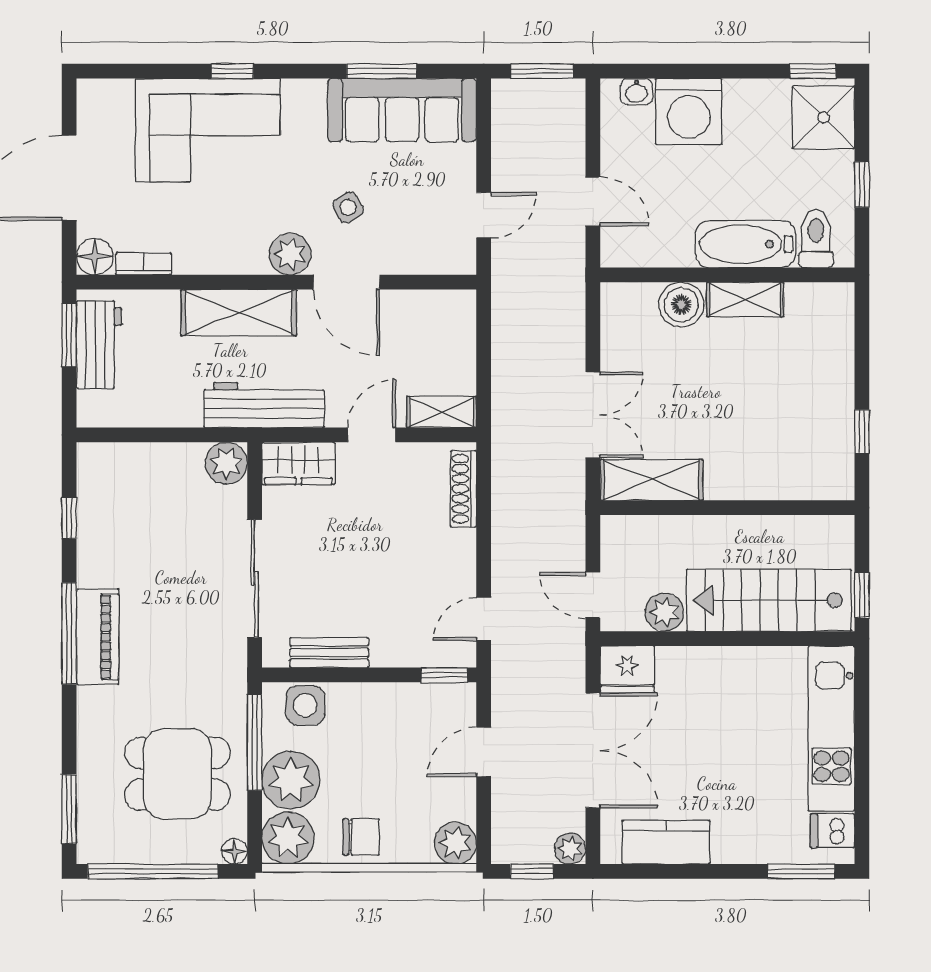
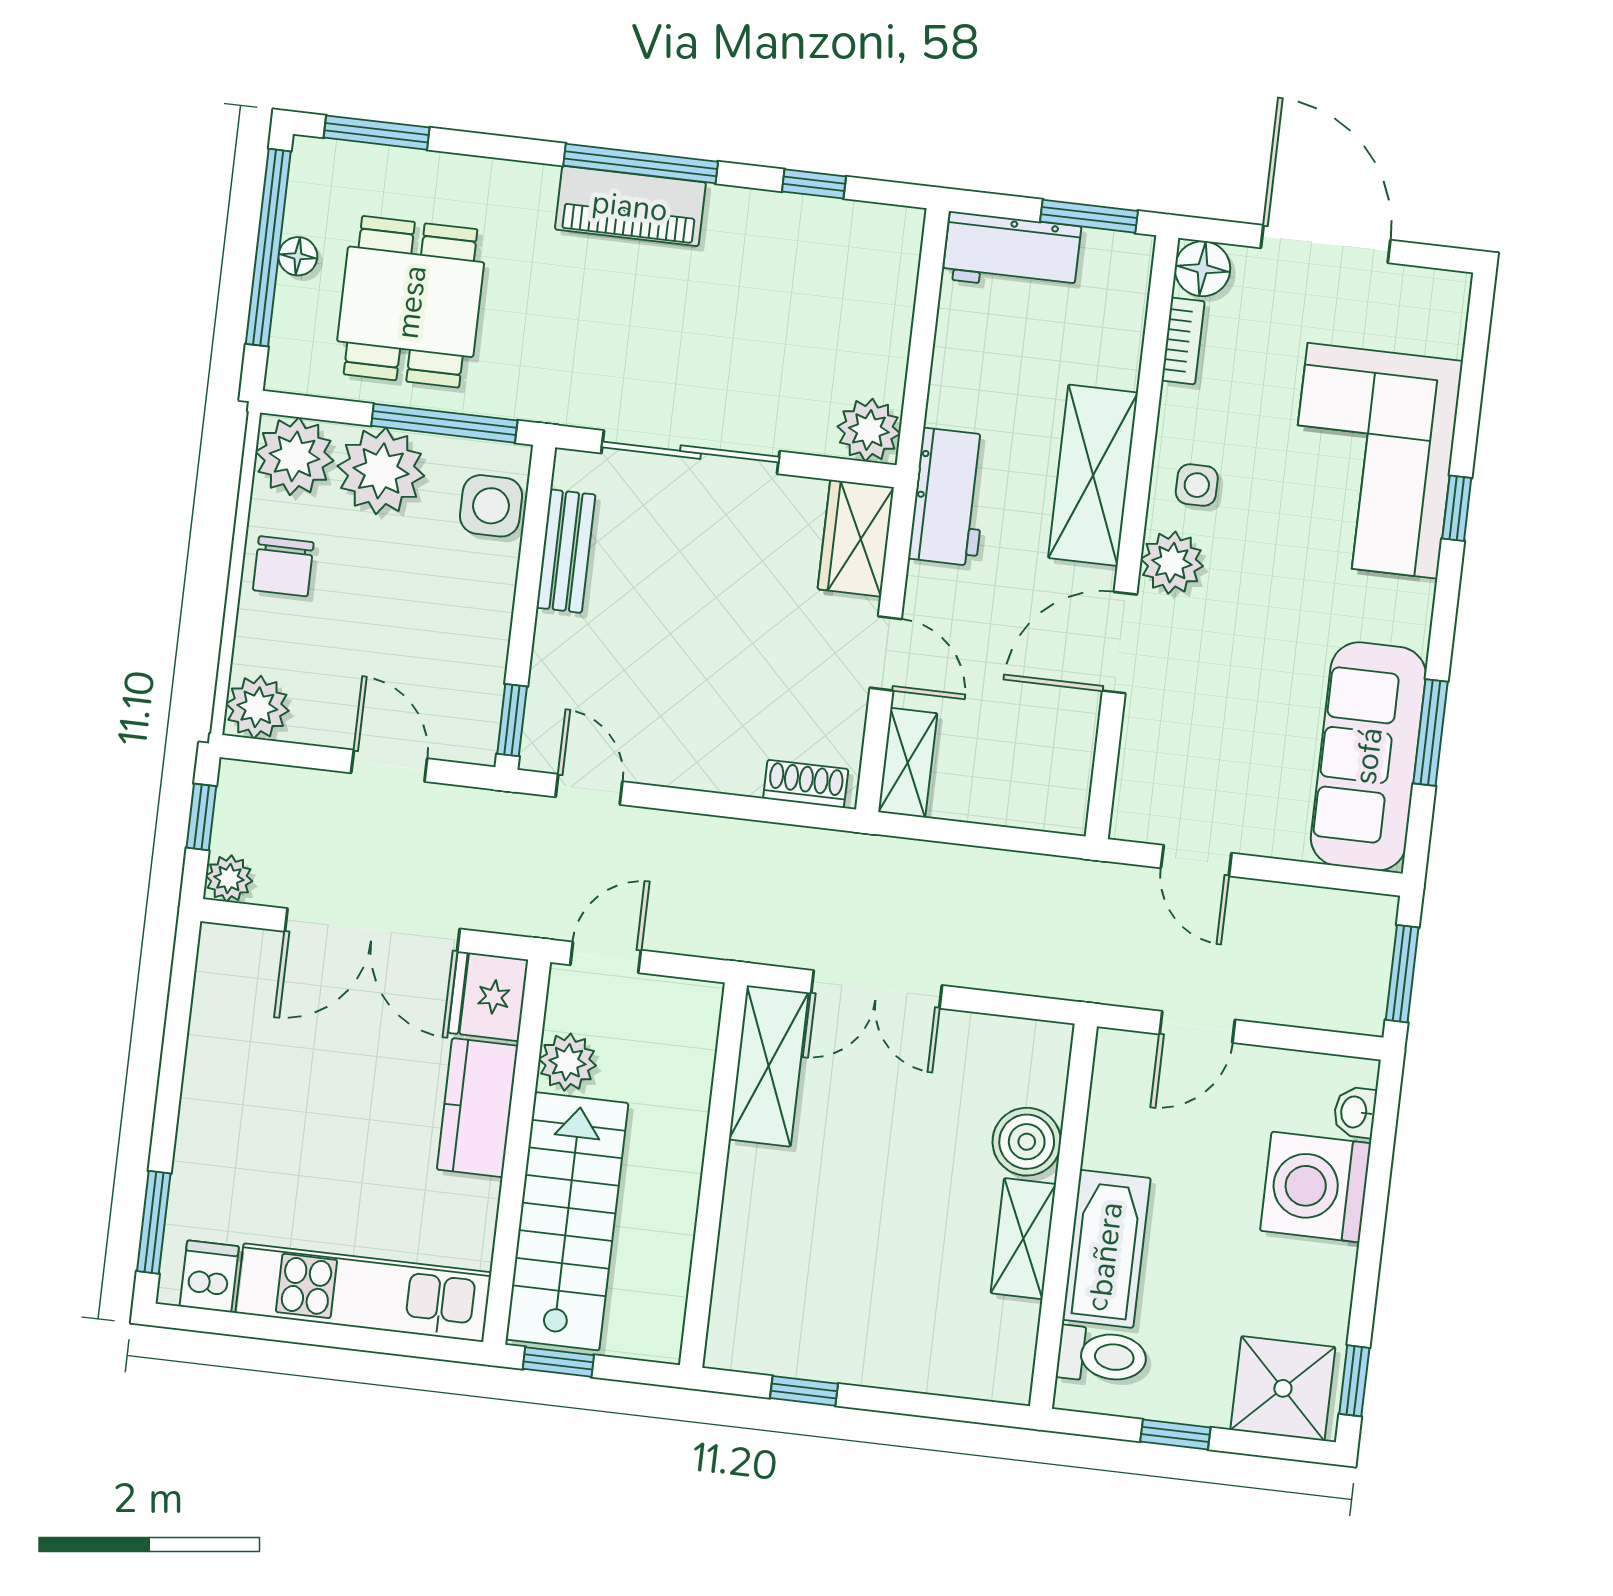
side table: (348, 207) -> (1197, 485), moved, turned 30
workbench: (99, 345) -> (1012, 253), moved
workbench: (264, 405) -> (949, 497), width x0.73
shoe rack: (463, 489) -> (806, 784), width x0.70
kitchen counter: (666, 842) -> (477, 1108), moved, turned 180
floor lamp: (235, 851) -> (298, 256), moved

